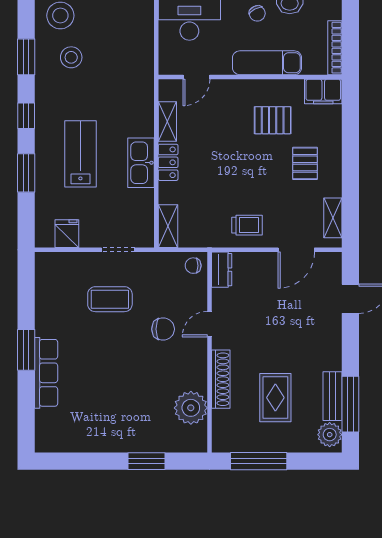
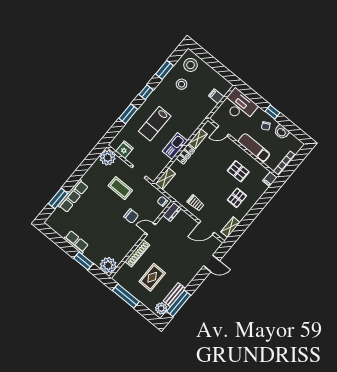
filing cabinet: (141, 31) -> (216, 96), added
filing cabinet: (323, 92) -> (270, 179), width x0.50
lab bench: (80, 154) -> (155, 124), turned 180
plant: (51, 268) -> (108, 158), added
window: (26, 350) -> (58, 199), moved
plant: (191, 408) -> (108, 265), moved
row of seats: (111, 441) -> (76, 242), added

